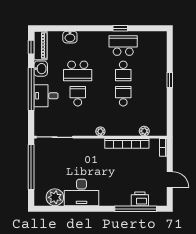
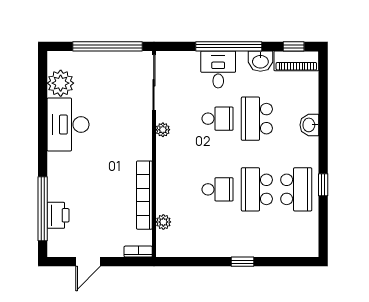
washbasin: (70, 37) -> (309, 125), moved
school desk: (123, 71) -> (257, 189), width x1.85
plant: (100, 131) -> (163, 130), moved

